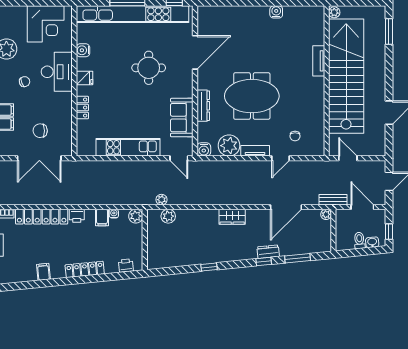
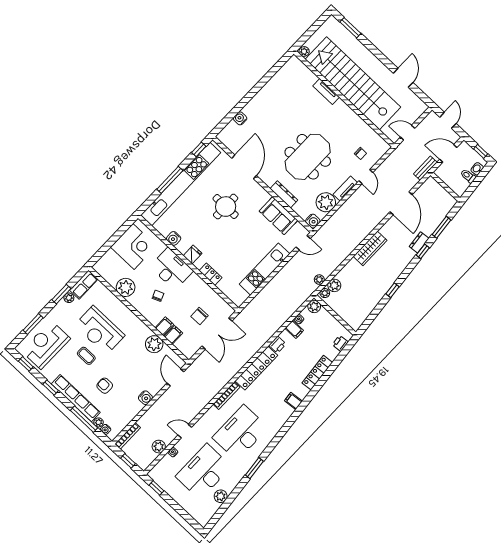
water cooler: (276, 12) -> (240, 118), moved
plant: (326, 214) -> (325, 293), moved
wardrobe: (232, 217) -> (370, 248), width x1.50

